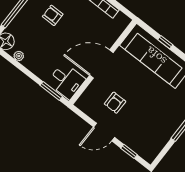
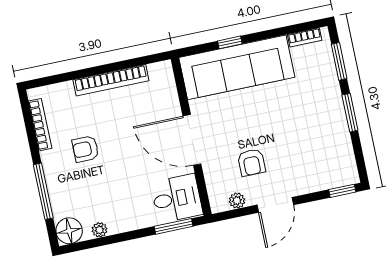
door: (101, 64) -> (192, 140), hinge flipped
plant: (90, 111) -> (237, 201), added
window: (129, 151) -> (342, 191), moved

